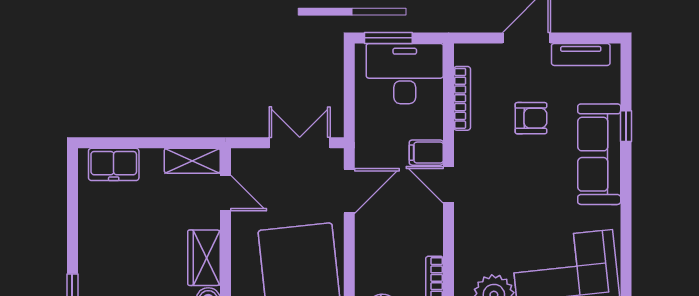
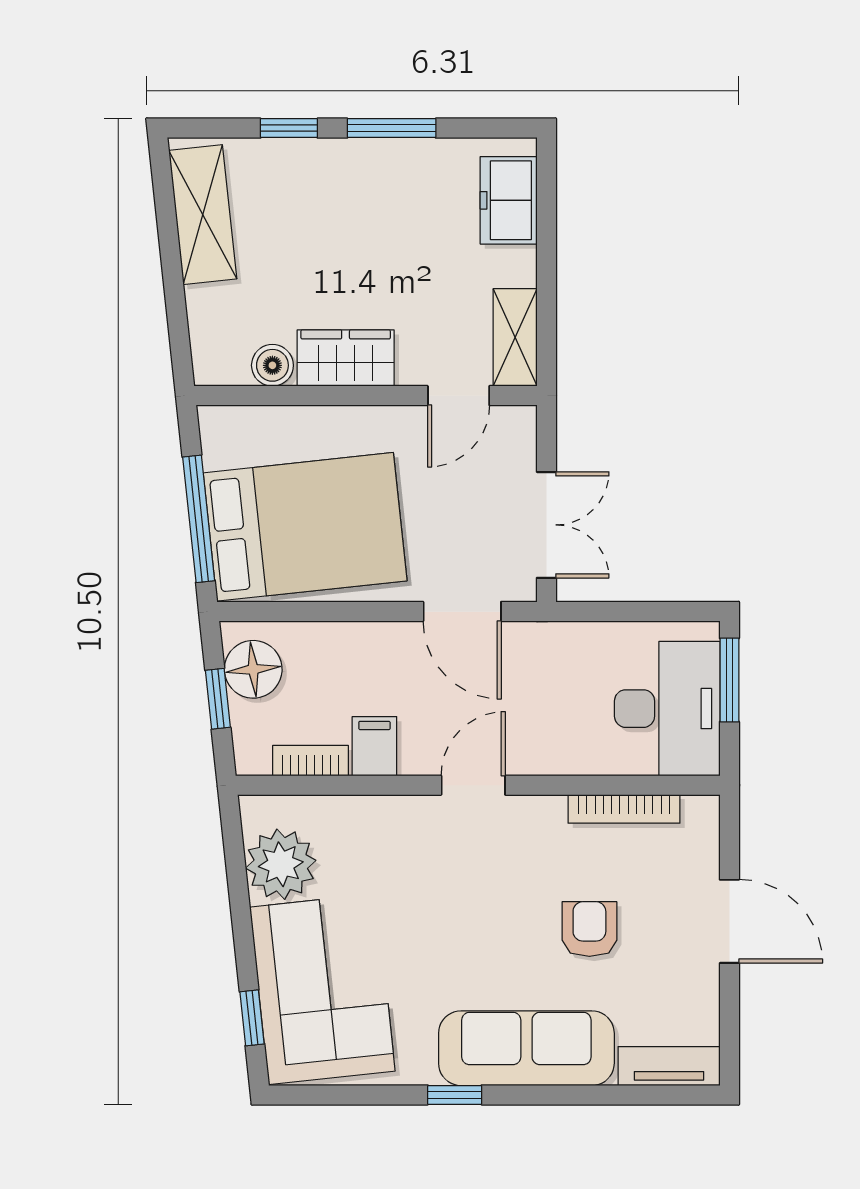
tv unit: (581, 54) -> (669, 1066), moved, turned 90
armchair: (531, 118) -> (589, 929), turned 180
window: (626, 126) -> (455, 1095), moved
filing cabinet: (426, 153) -> (374, 746), moved
window: (72, 231) -> (392, 128), added

